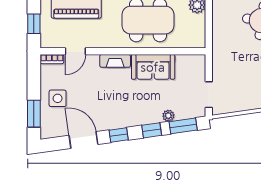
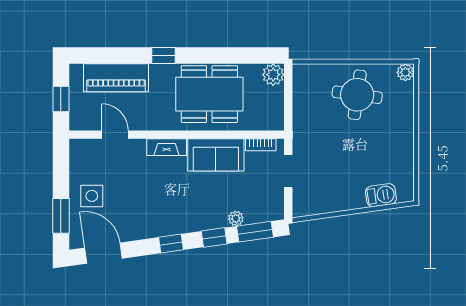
door: (75, 51) -> (115, 135), swing flipped
bookcase: (52, 59) -> (261, 145), moved
doorway: (209, 95) -> (288, 171), moved
door: (83, 140) -> (104, 253), moved

